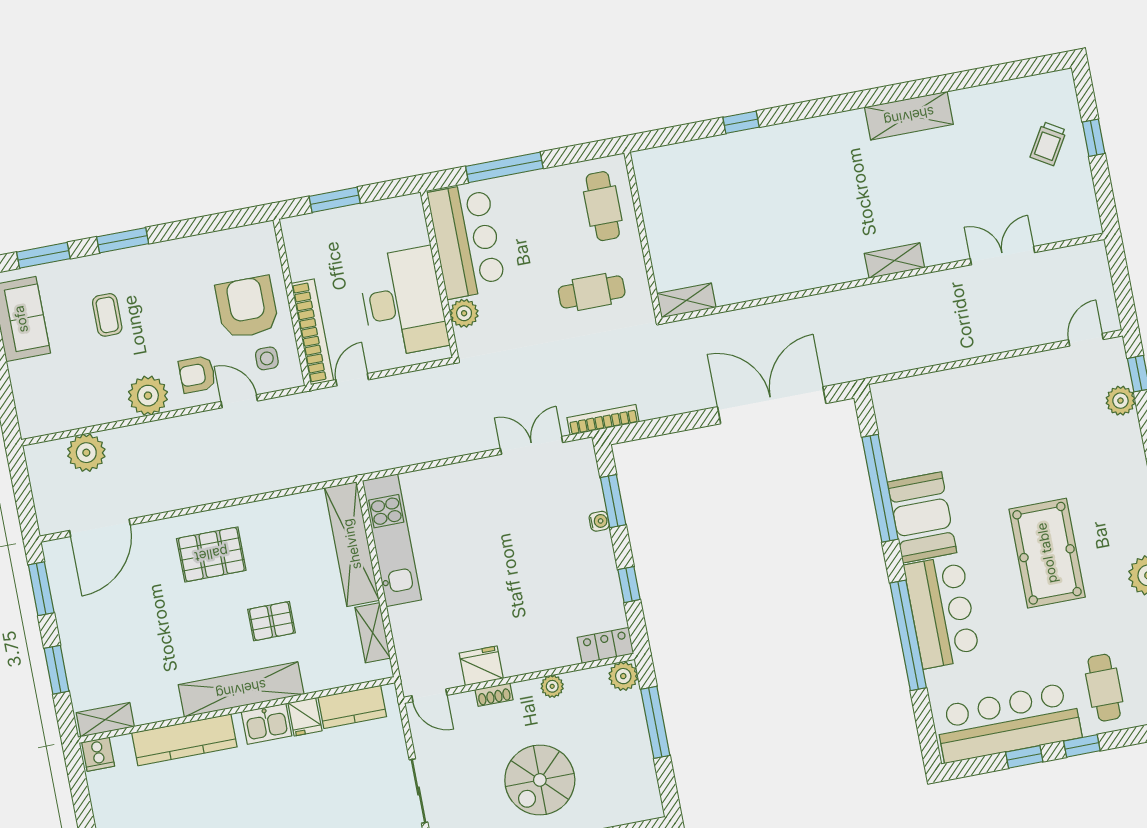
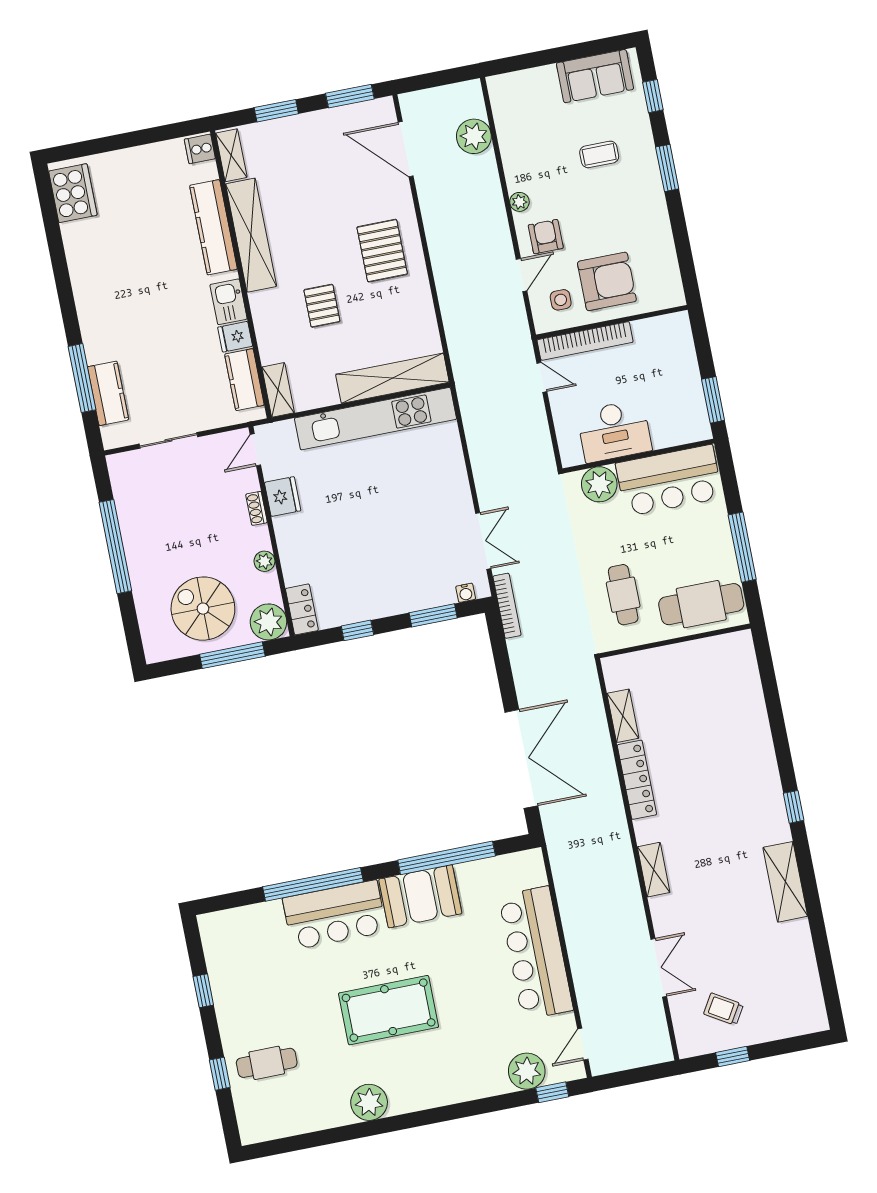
window: (741, 122) -> (794, 807), moved
window: (1094, 138) -> (733, 1057), moved
trolley: (1048, 144) -> (723, 1009), moved
window: (504, 167) -> (742, 547), moved
window: (335, 200) -> (713, 400), moved
cafe table: (603, 206) -> (701, 604), width x1.37, depth x1.35
window: (43, 255) -> (653, 96), width x0.67
locker: (795, 278) -> (637, 780), added
shelving: (686, 300) -> (623, 716), moved
desk: (403, 302) -> (614, 431), width x0.73, depth x0.77
plant: (464, 313) -> (599, 484), width x1.36, depth x1.36
door: (1086, 340) -> (583, 1044), swing flipped
plant: (148, 396) -> (519, 202), width x0.53, depth x0.53
plant: (1120, 401) -> (527, 1071), width x1.36, depth x1.36
water cooler: (599, 521) -> (466, 593), moved
kitchen unit: (392, 540) -> (375, 419), width x1.36
shelving: (373, 633) -> (278, 390), moved, turned 90
plant: (623, 676) -> (268, 622), width x1.36, depth x1.36
shelving: (241, 689) -> (251, 235), moved
bar counter: (1008, 723) -> (536, 953), moved, turned 180
window: (1082, 746) -> (220, 1074), moved
spiral stairs: (540, 780) -> (203, 609), moved

